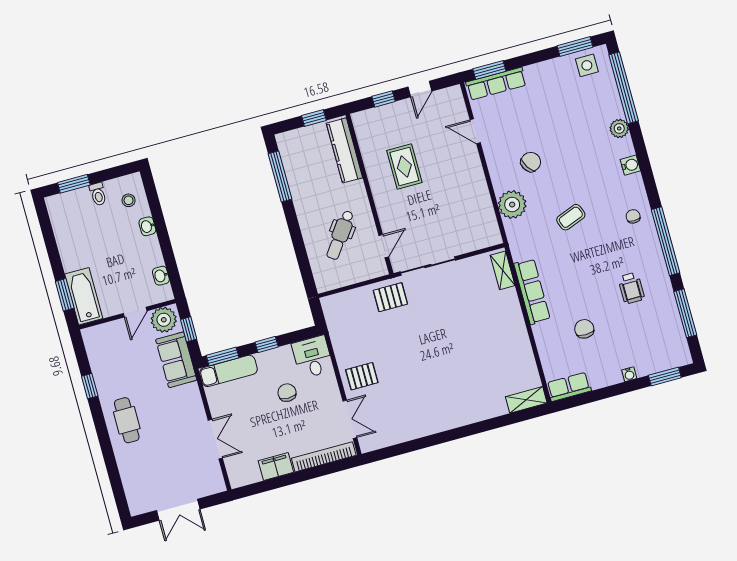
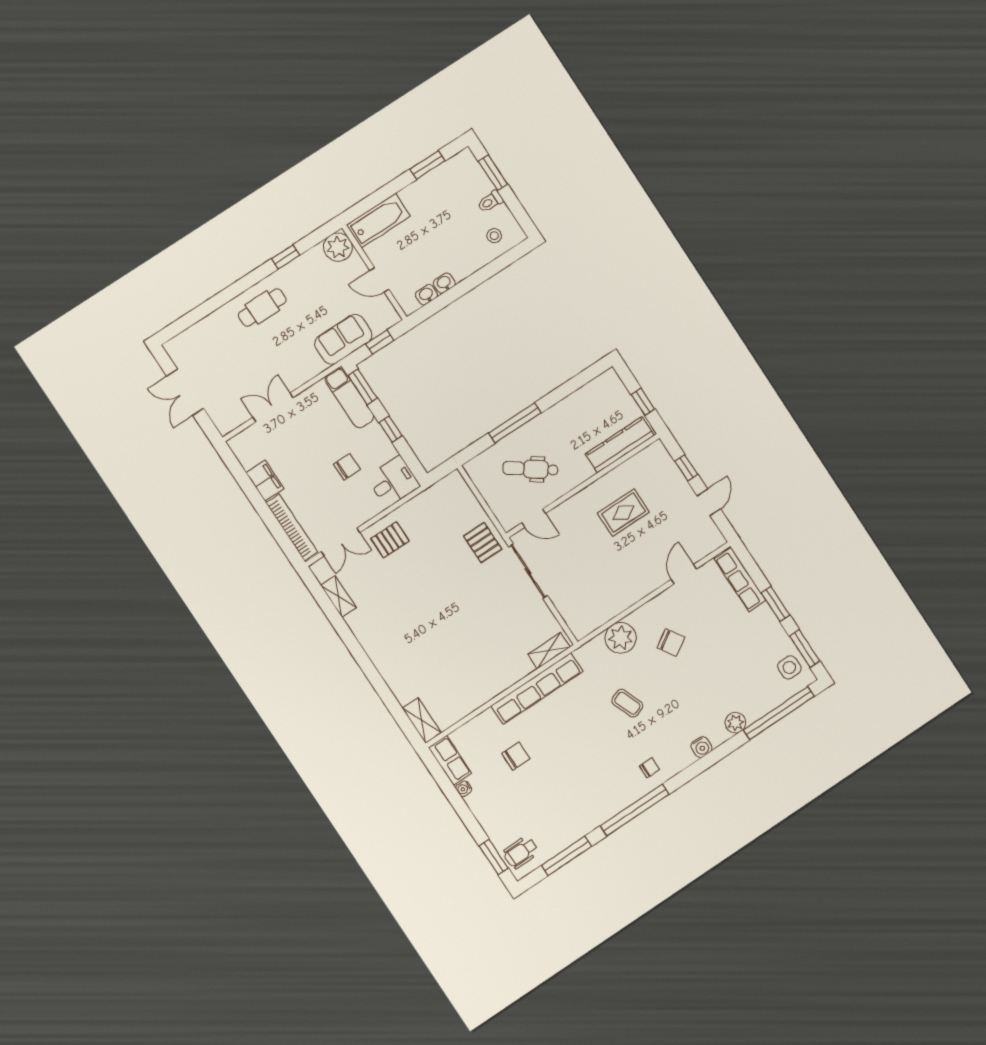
window: (489, 70) -> (775, 604), moved
door: (420, 89) -> (709, 502), swing flipped
window: (280, 176) -> (515, 423), moved
washbasin: (147, 226) -> (444, 283), moved
wheelchair: (631, 288) -> (521, 852), moved
row of seats: (532, 292) -> (537, 689), width x1.36
window: (65, 295) -> (427, 165), moved
plant: (164, 320) -> (338, 247), moved
water cooler: (629, 374) -> (464, 789), moved
pallet: (362, 376) -> (390, 540), turned 90
shelving: (396, 436) -> (338, 596), added
double door: (215, 439) -> (273, 407), swing flipped

